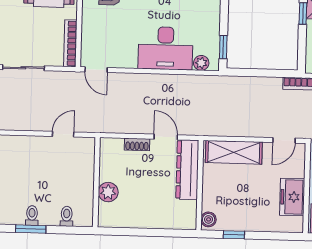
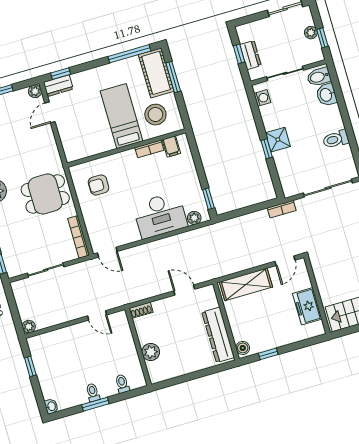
door: (63, 134) -> (97, 315), swing flipped
shoe rack: (137, 144) -> (141, 310), moved
dresser: (187, 170) -> (218, 335), moved

